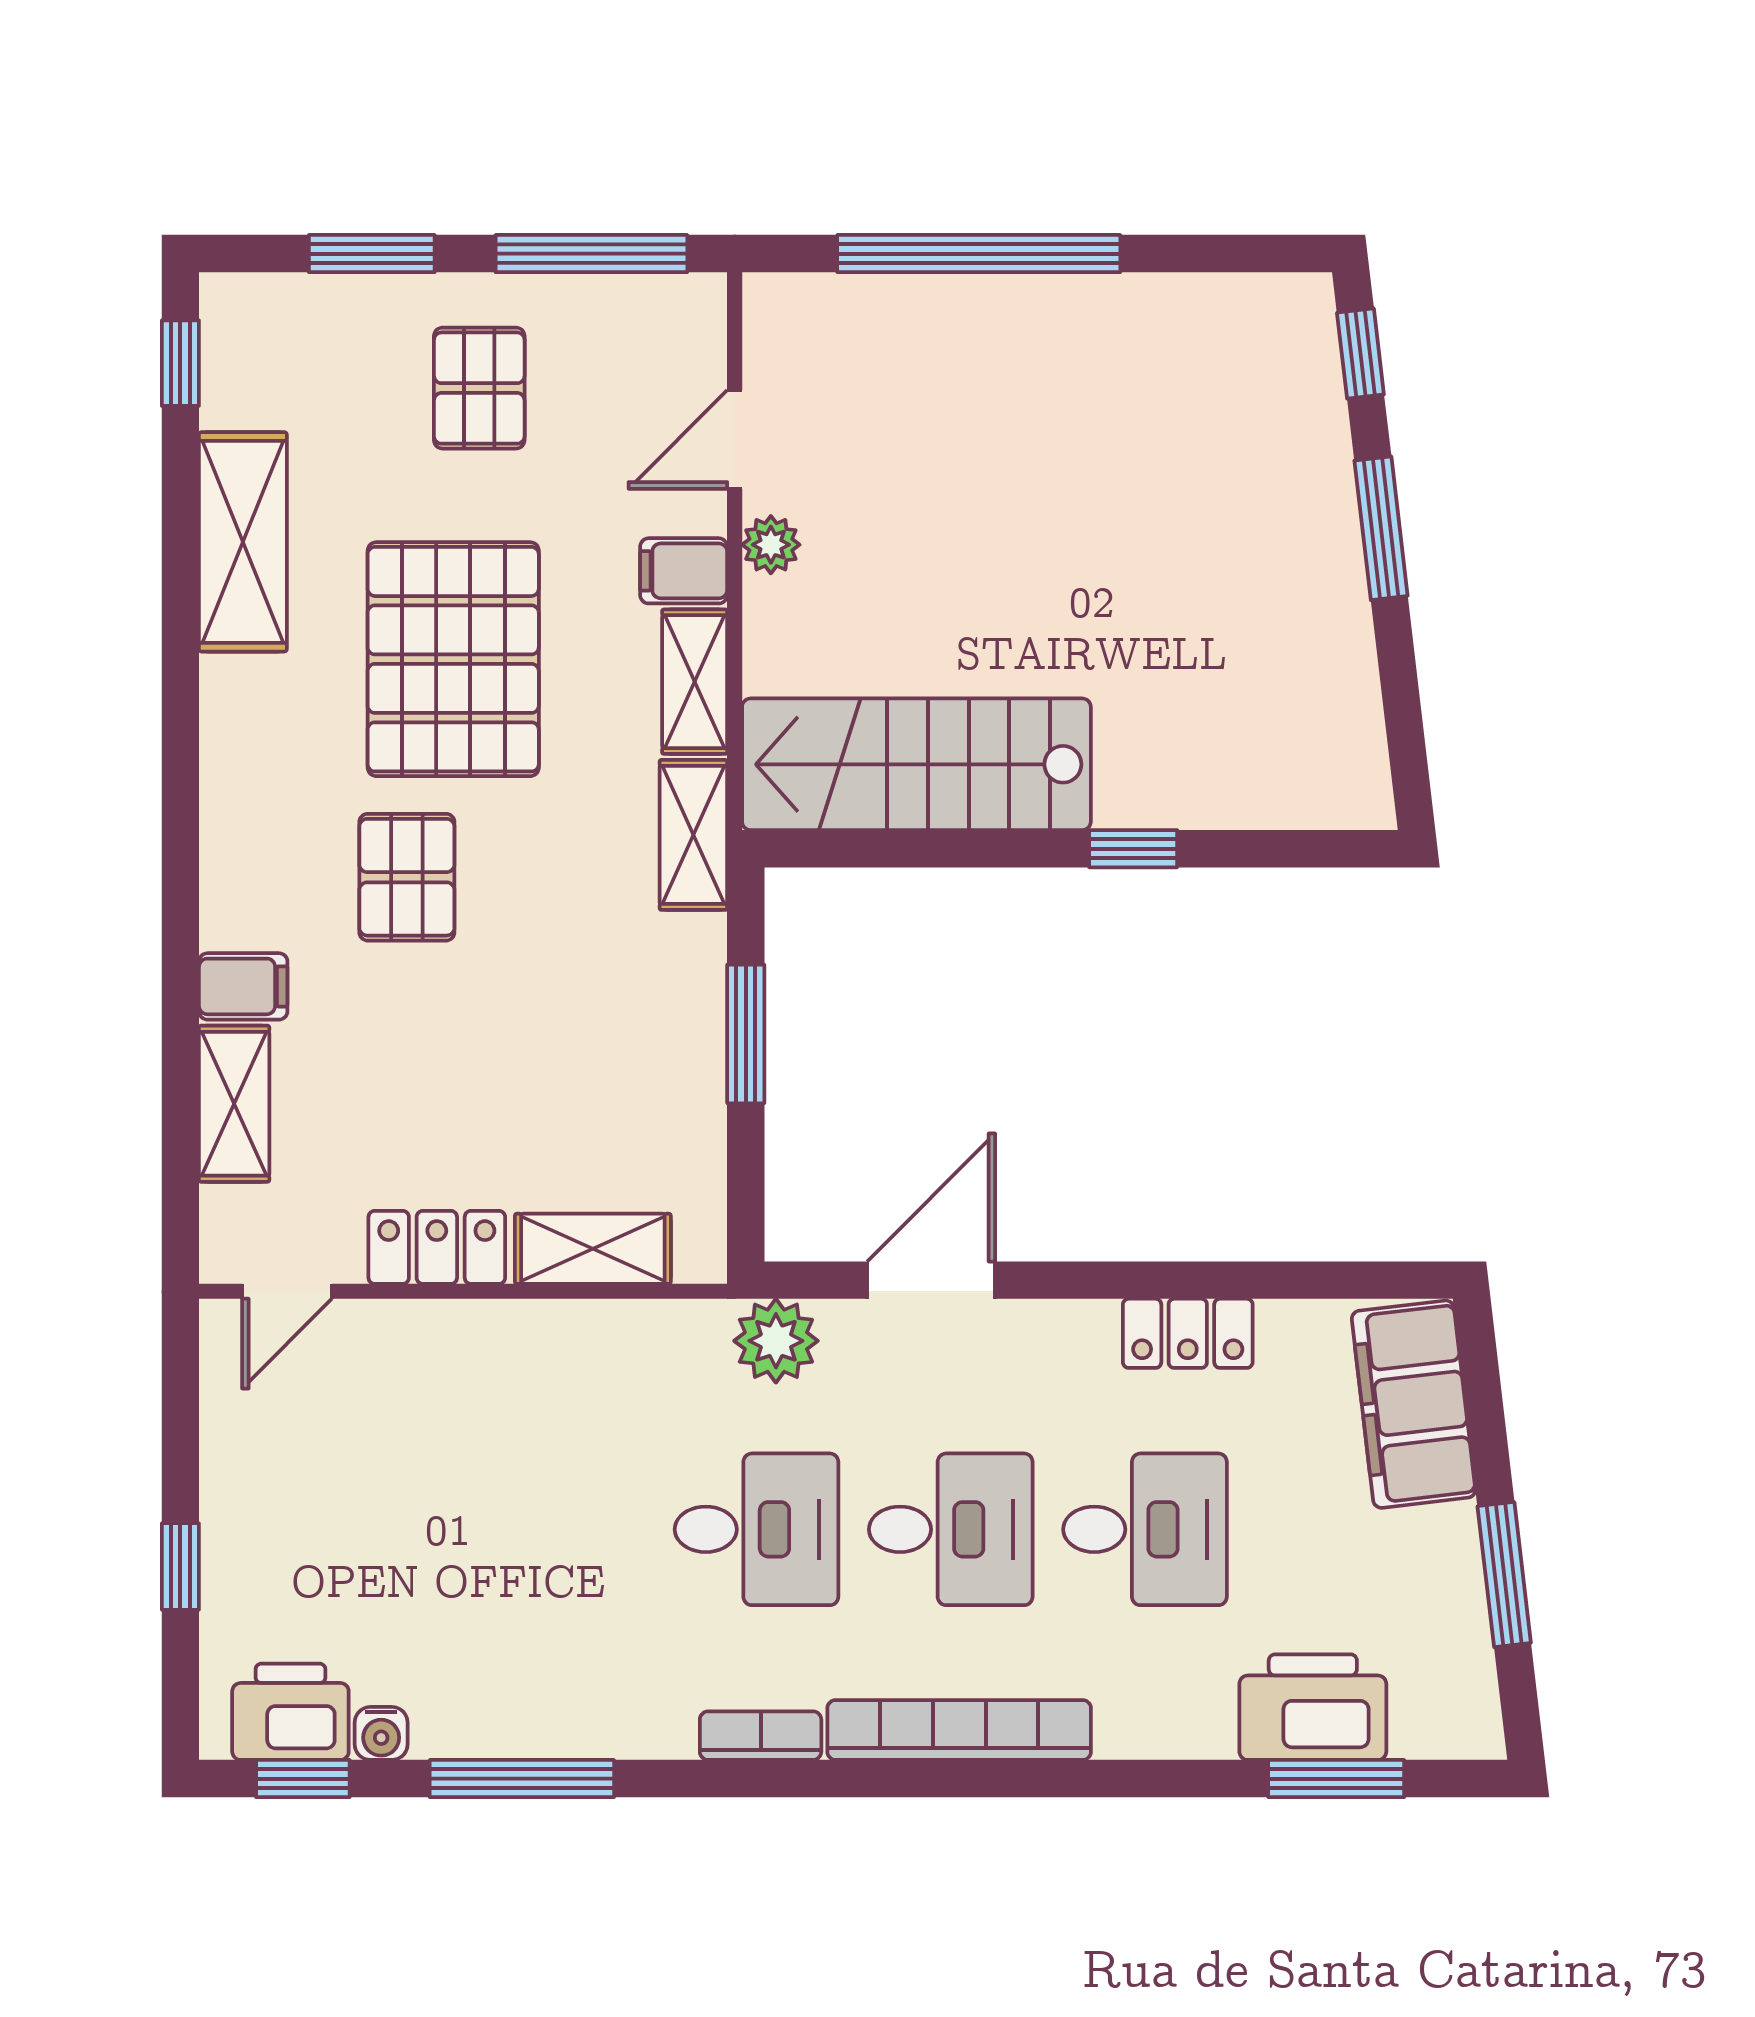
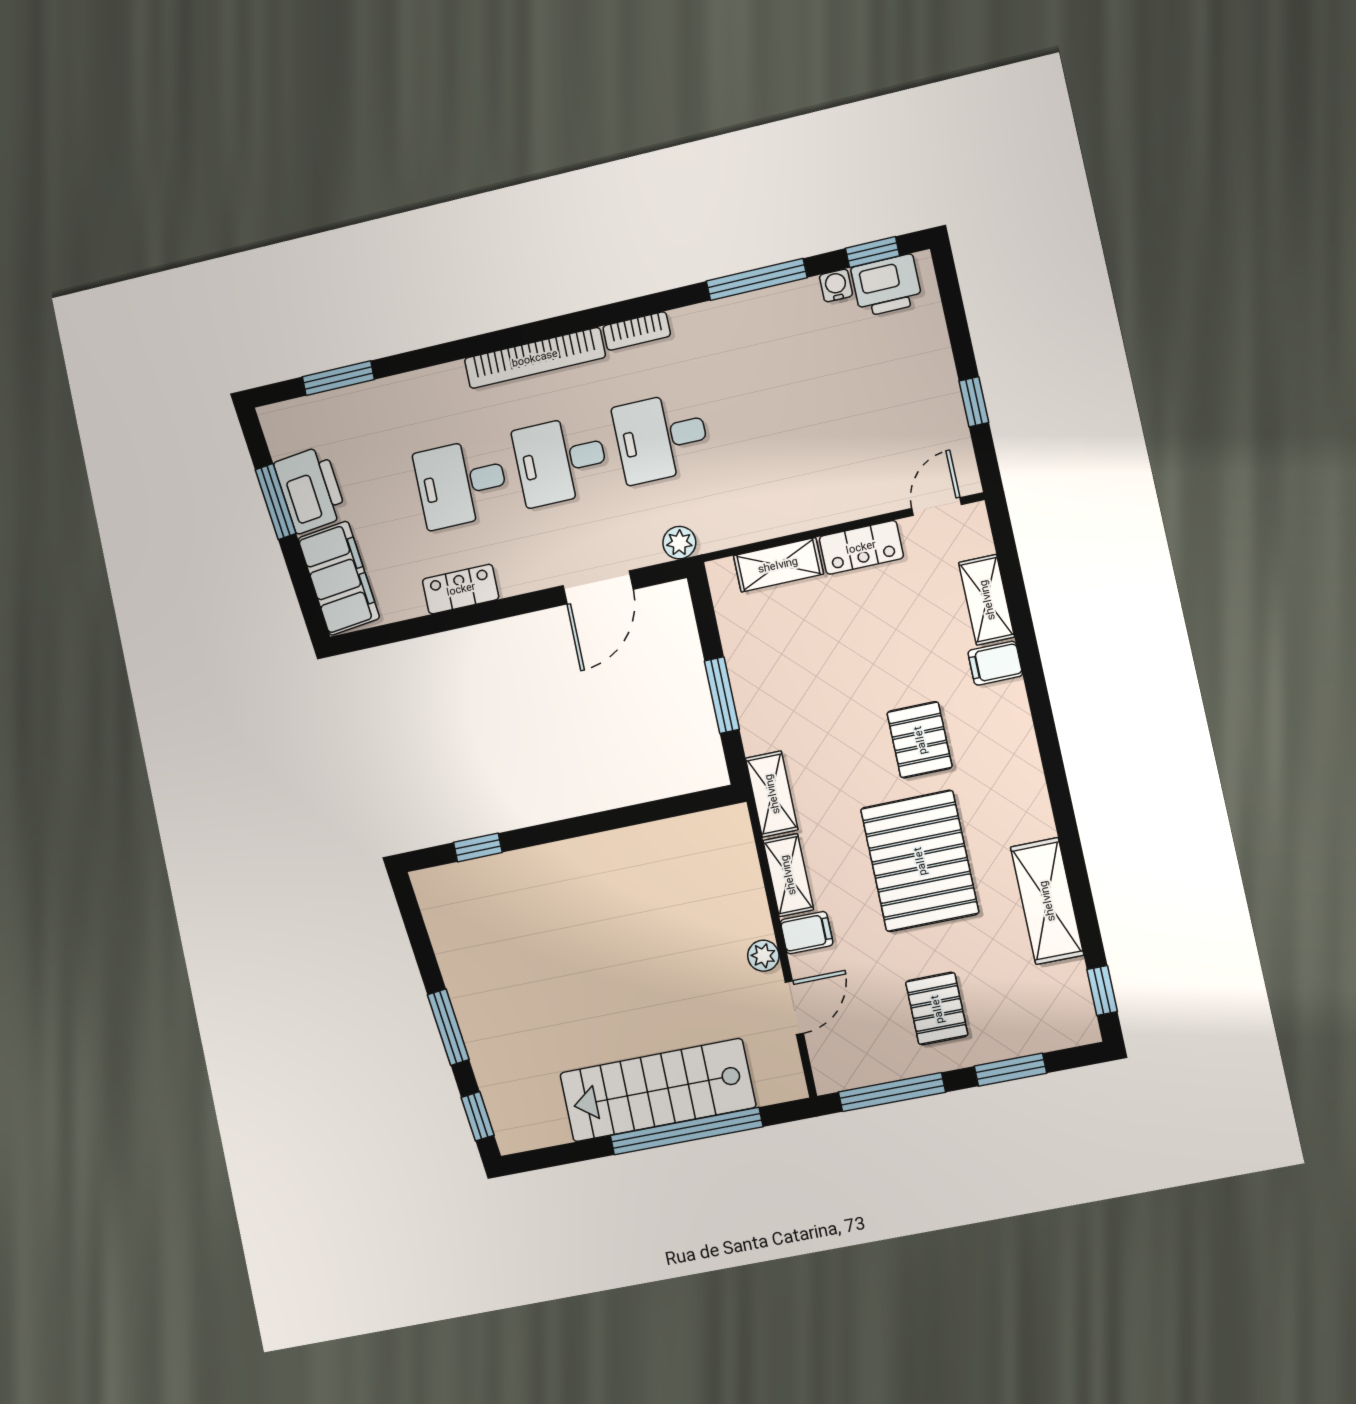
stairs: (916, 764) -> (658, 1090), moved, turned 180
window: (1133, 849) -> (478, 847), moved
plant: (776, 1341) -> (679, 543), width x0.73, depth x0.73
window: (180, 1567) -> (974, 402), moved
printer: (1313, 1707) -> (310, 490), moved, turned -97

